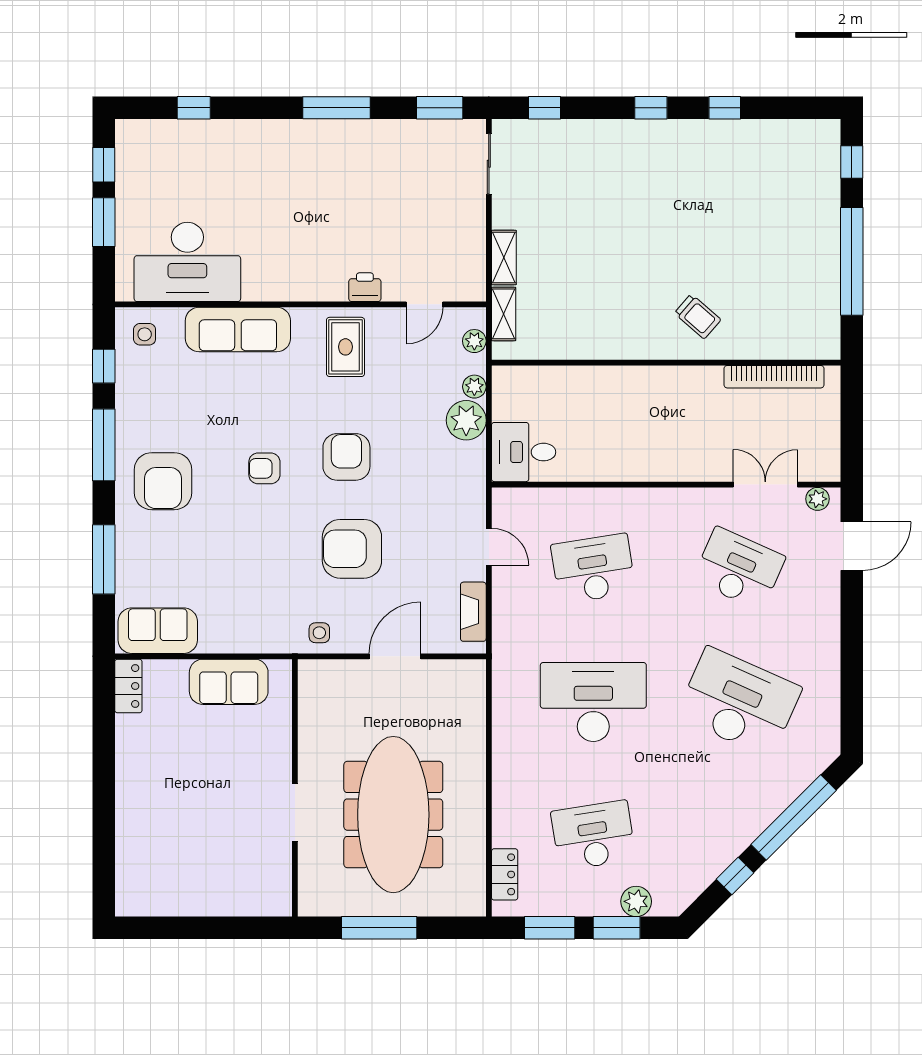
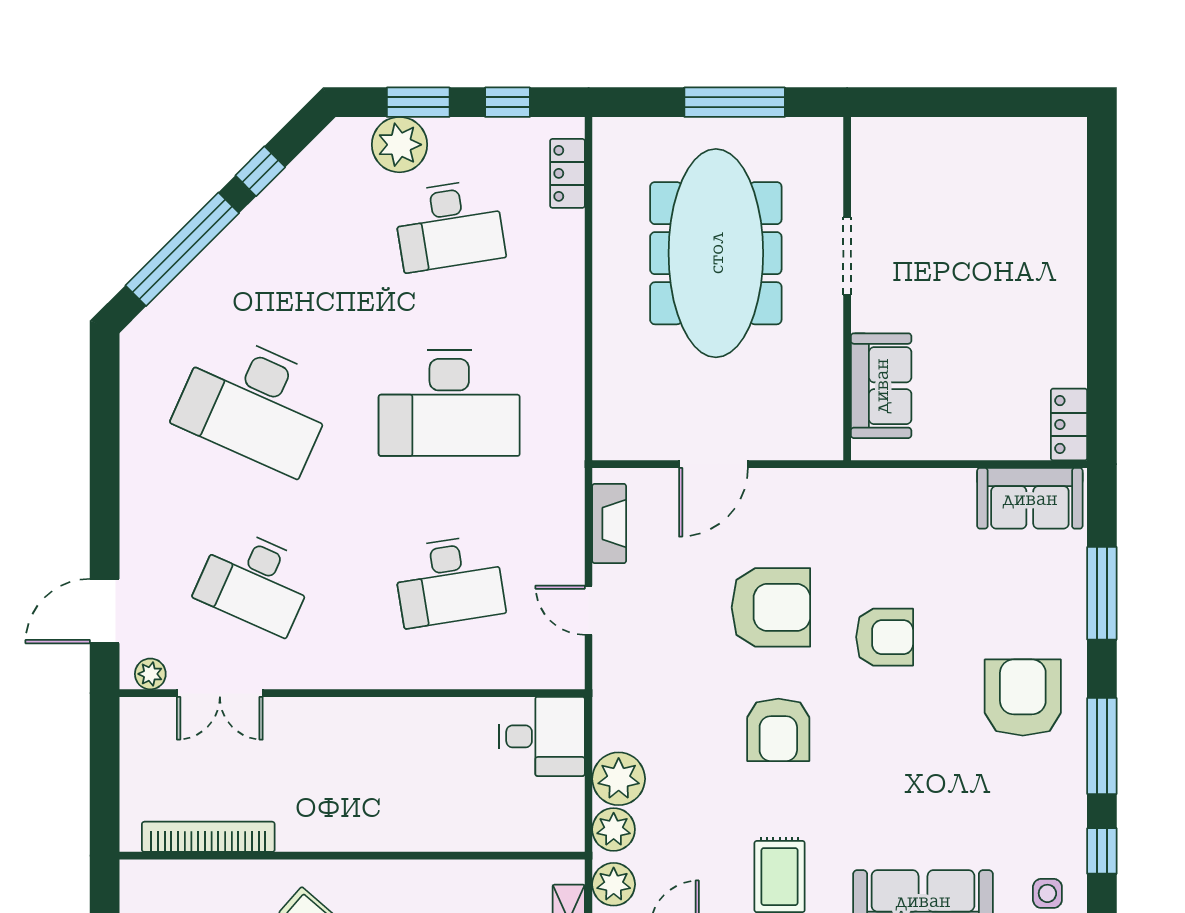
plant: (474, 341) -> (614, 884), width x1.38, depth x1.38
plant: (474, 387) -> (614, 829), width x1.38, depth x1.38
armchair: (264, 468) -> (885, 637), moved, width x1.38, depth x1.38
side table: (319, 633) -> (814, 496), removed
sofa: (229, 682) -> (881, 386), moved, turned 90
plant: (636, 901) -> (399, 145), width x1.36, depth x1.36
window: (550, 928) -> (507, 102), width x0.67

